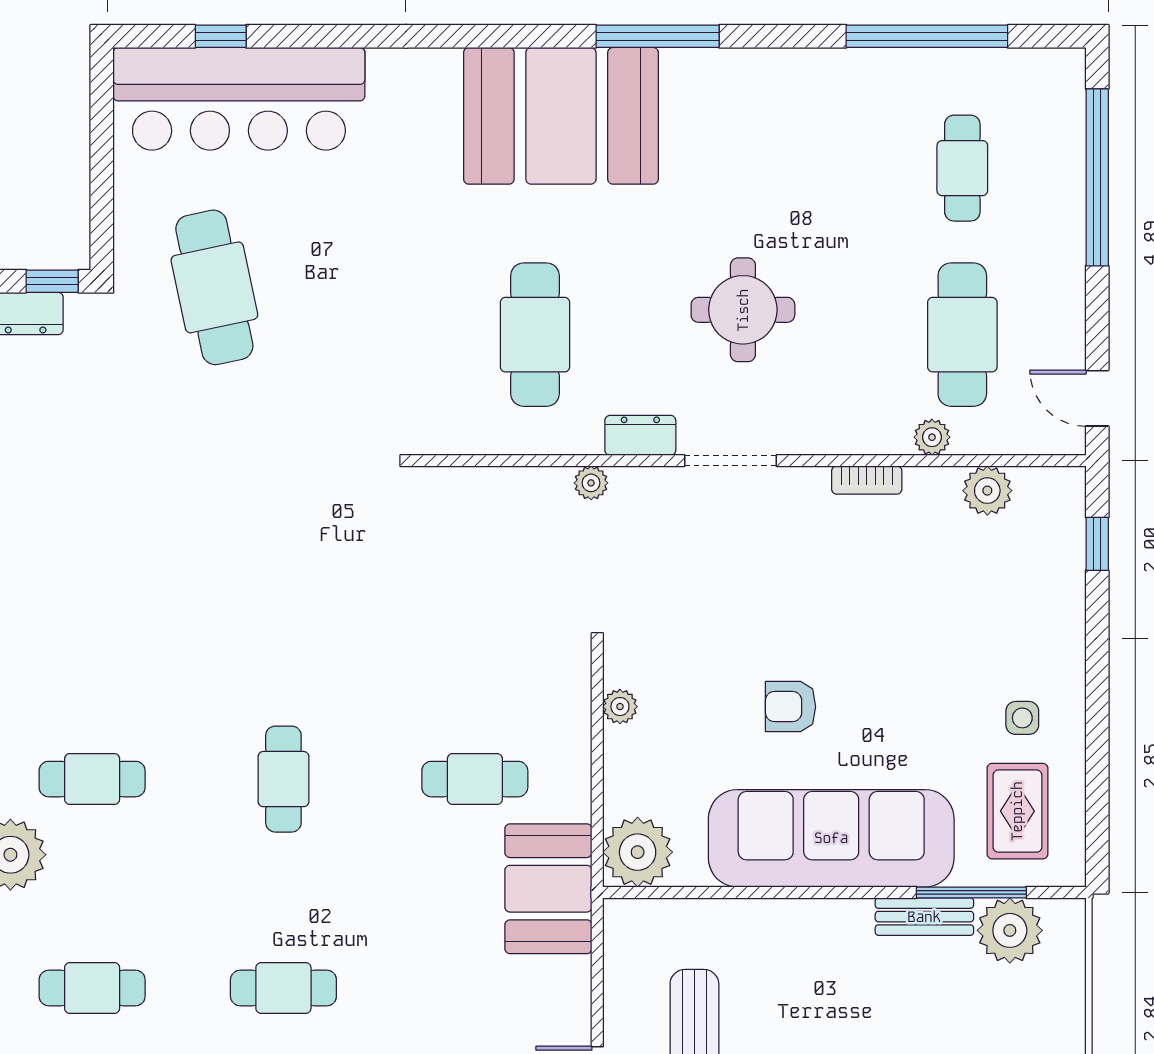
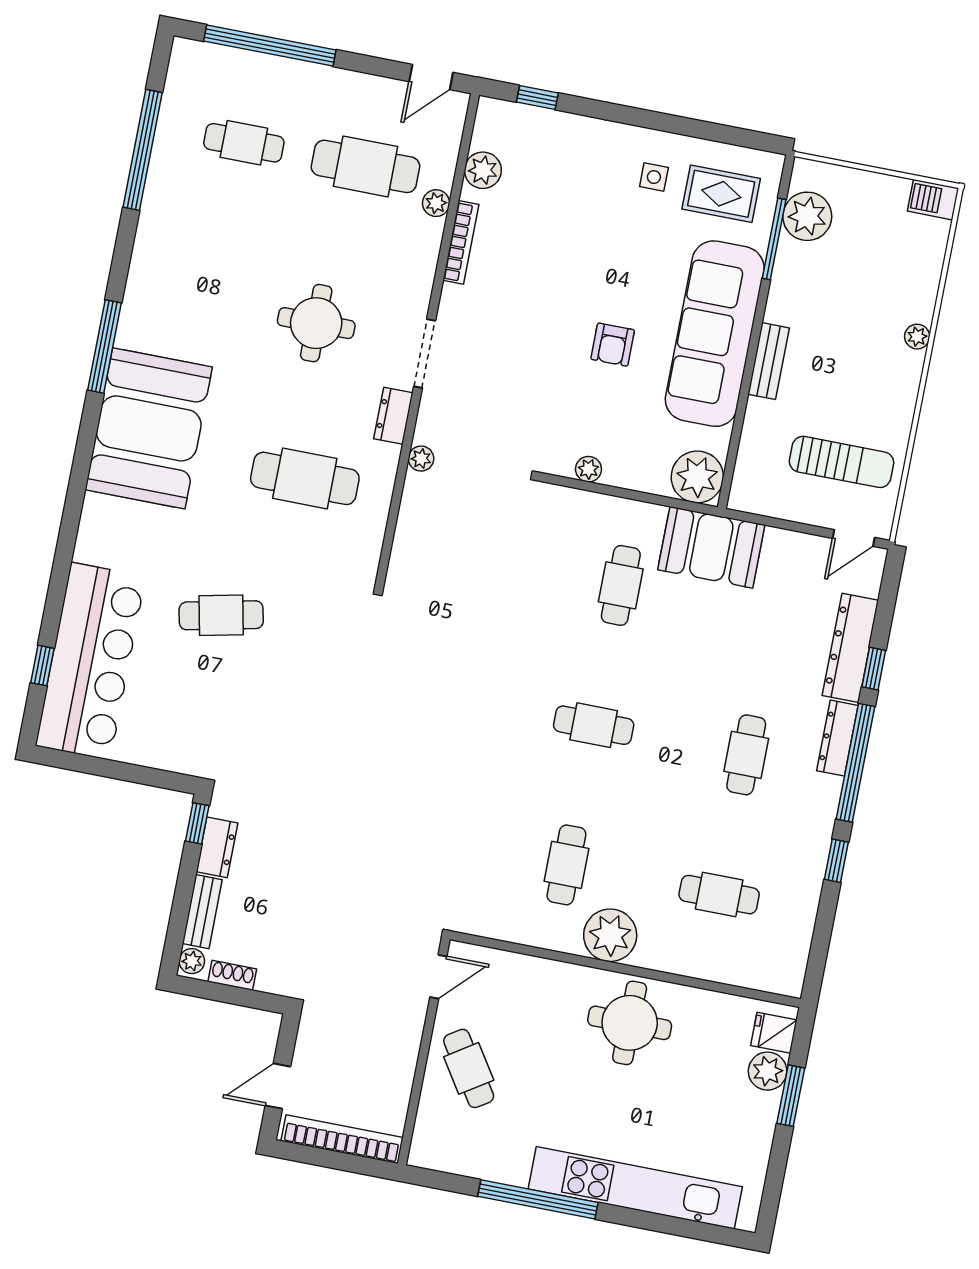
cafe table: (214, 287) -> (221, 615), moved, width x0.73, depth x0.74
bookcase: (867, 480) -> (461, 242), width x1.56
bench: (924, 917) -> (769, 361), moved
cafe table: (92, 988) -> (719, 895), turned 90

